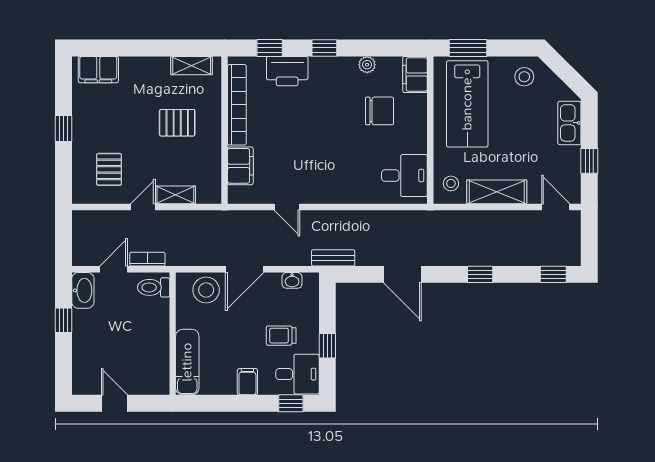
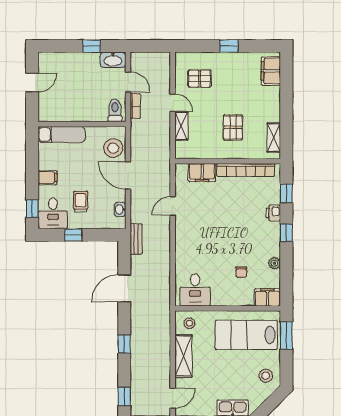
printer: (287, 71) -> (273, 213), width x0.53, depth x0.68
chair: (380, 111) -> (241, 272), width x0.54, depth x0.54

